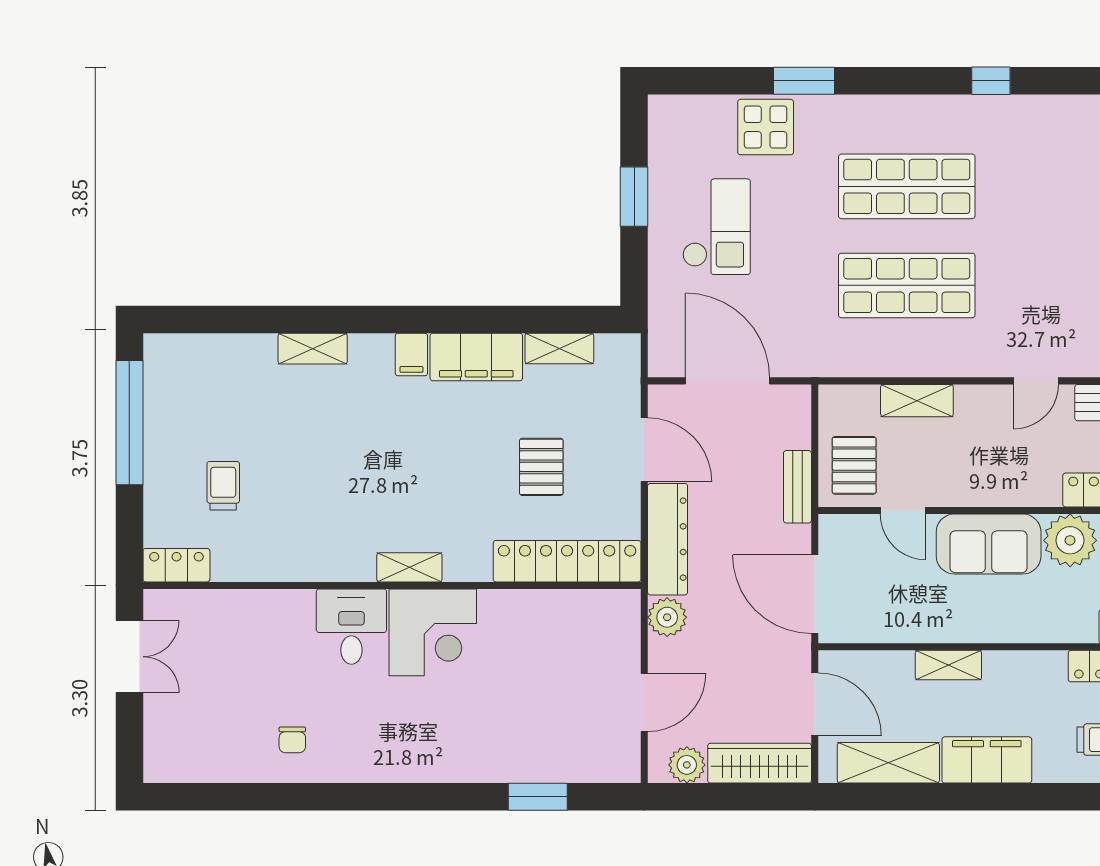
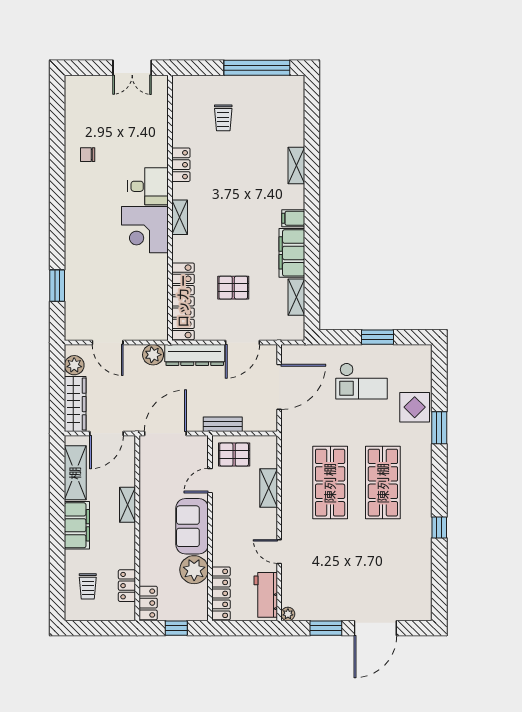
trolley: (223, 486) -> (223, 118), turned 90
locker: (176, 565) -> (181, 165), moved

